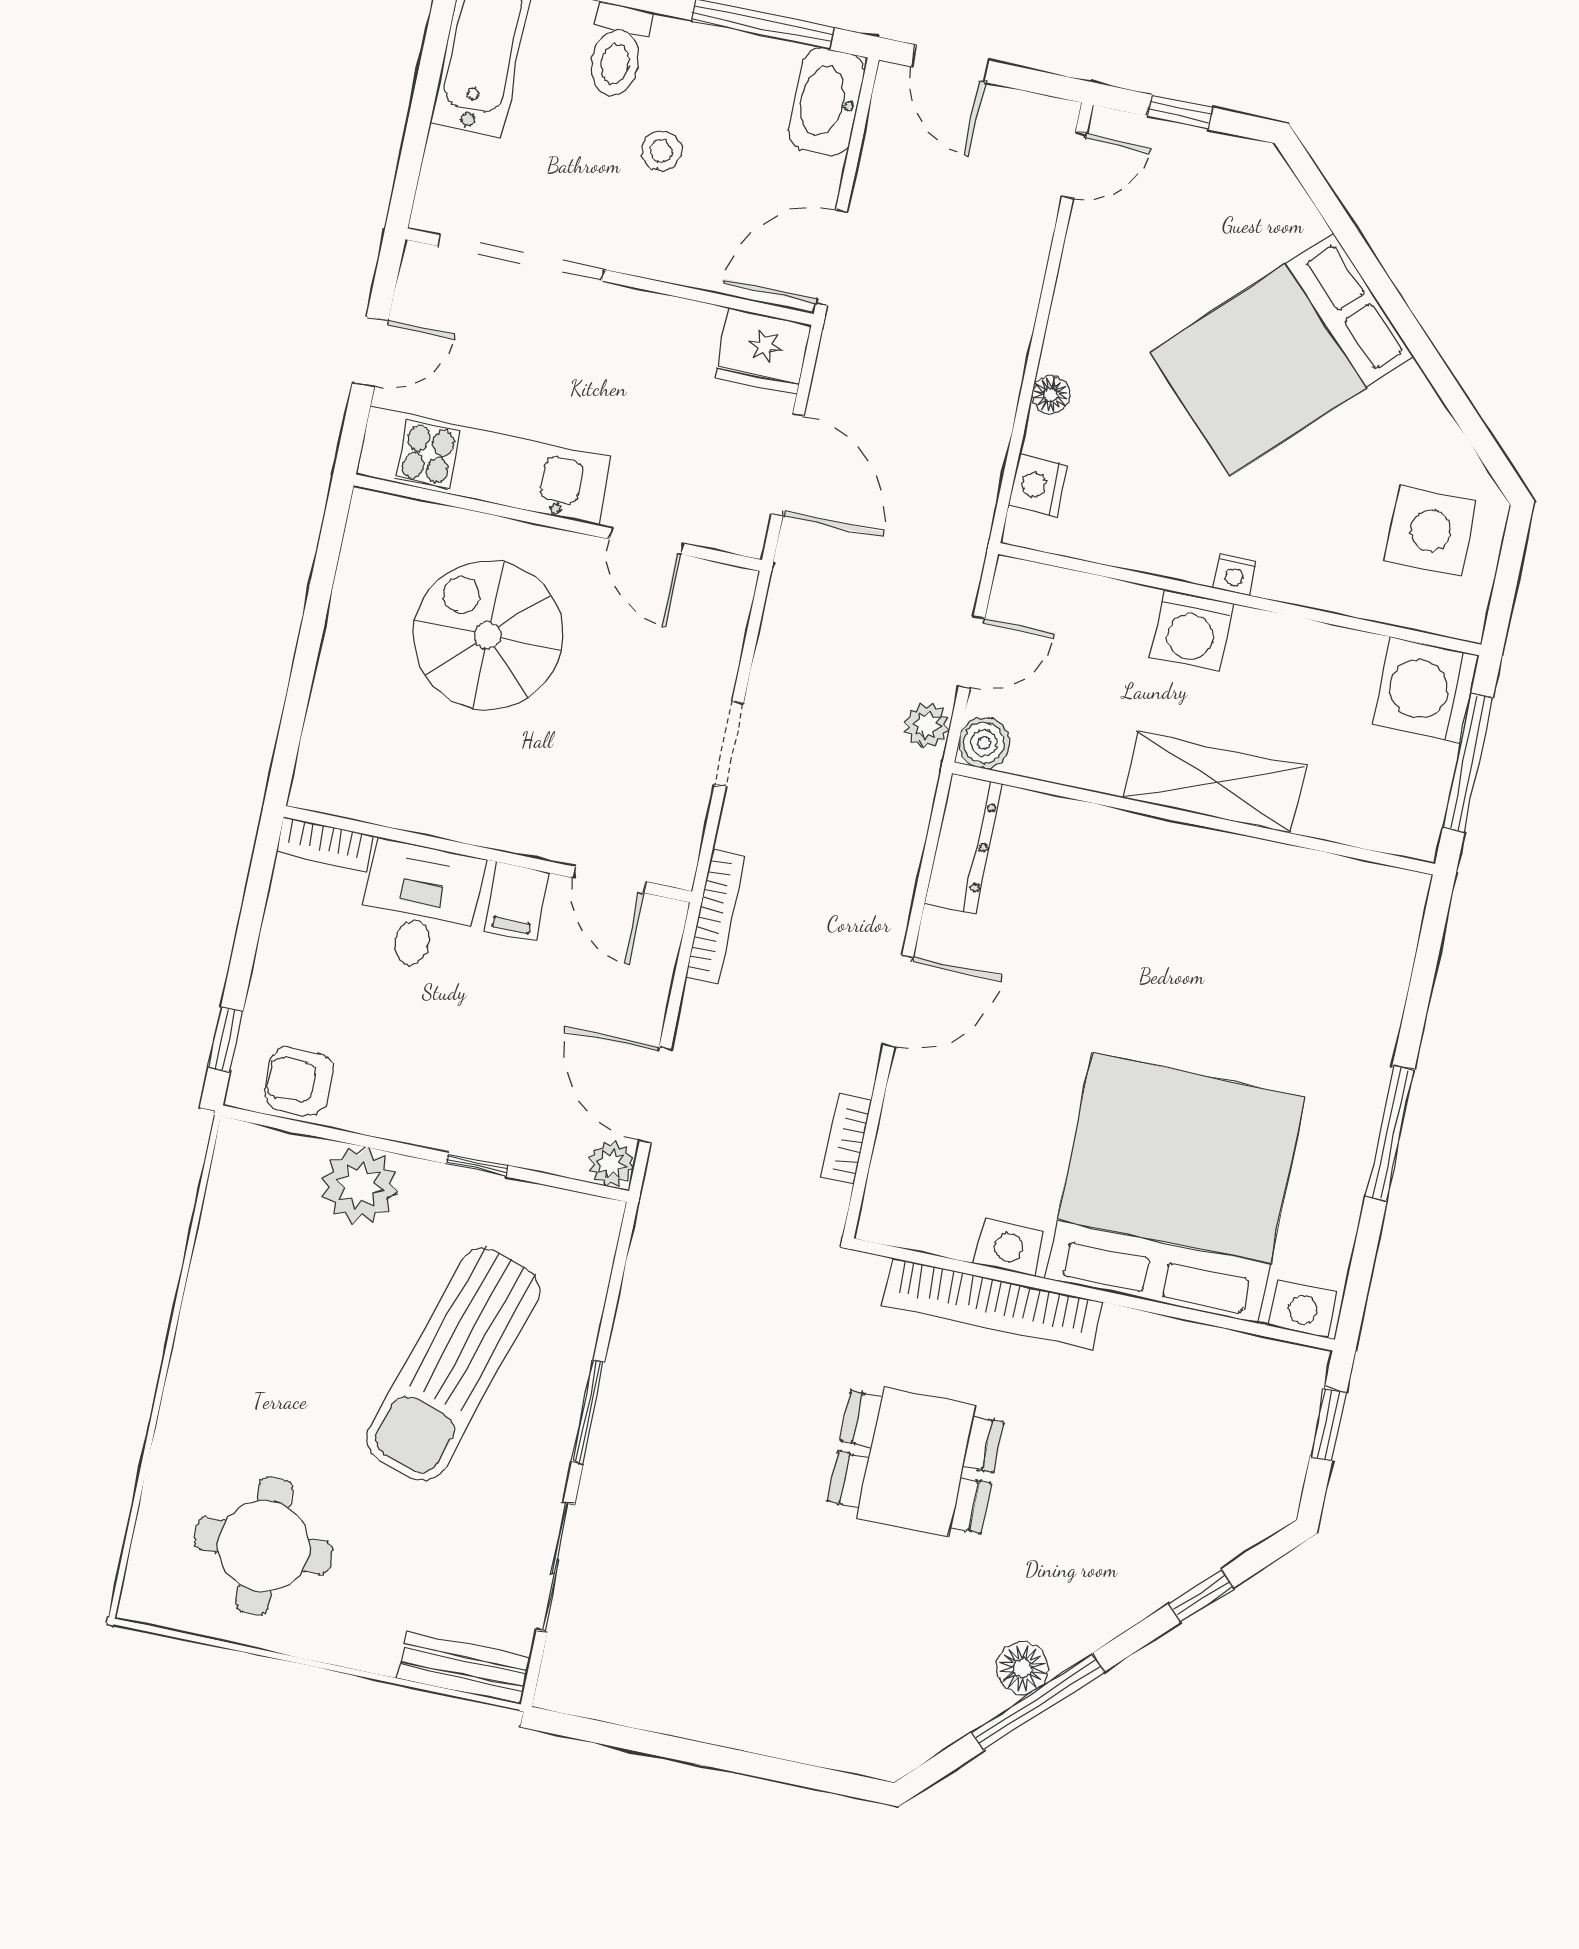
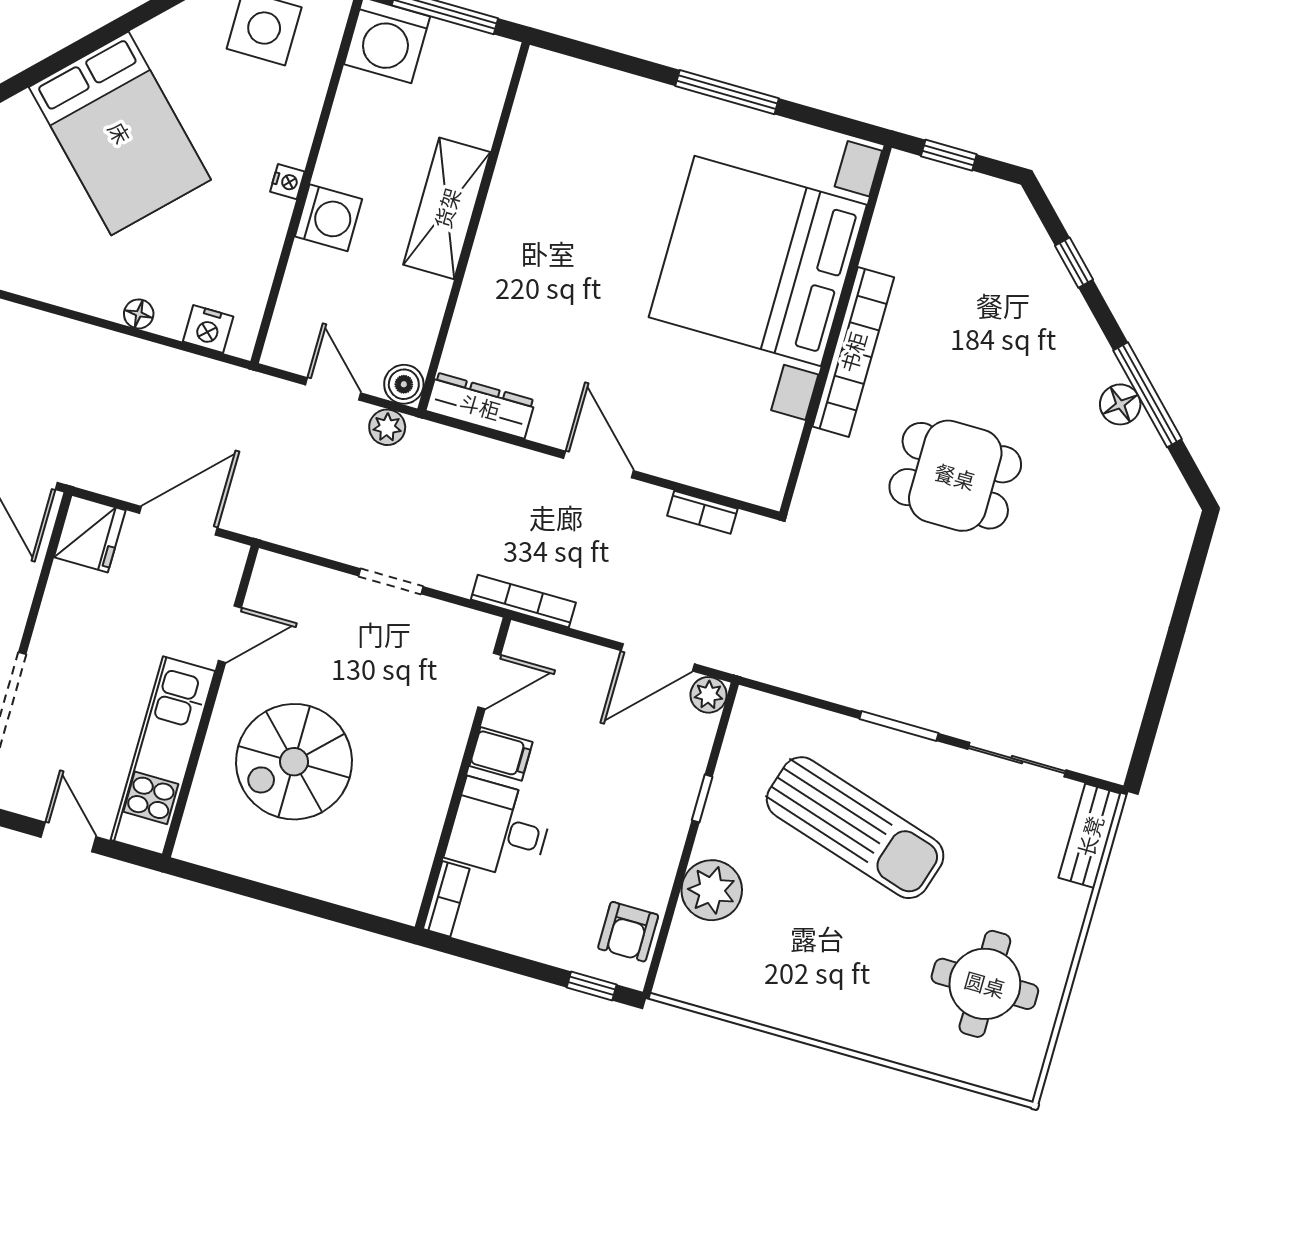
bookcase: (992, 1304) -> (853, 352), moved
dining table: (916, 1462) -> (955, 476), turned 90

